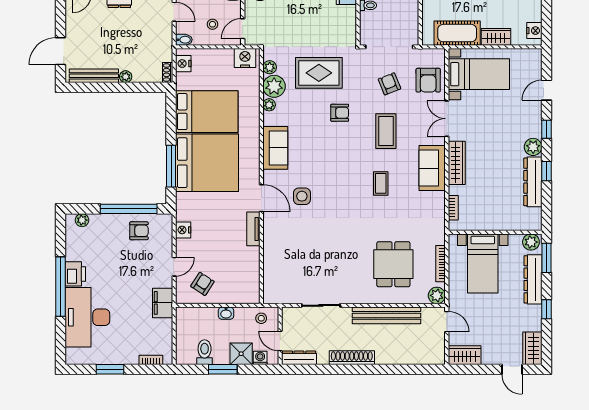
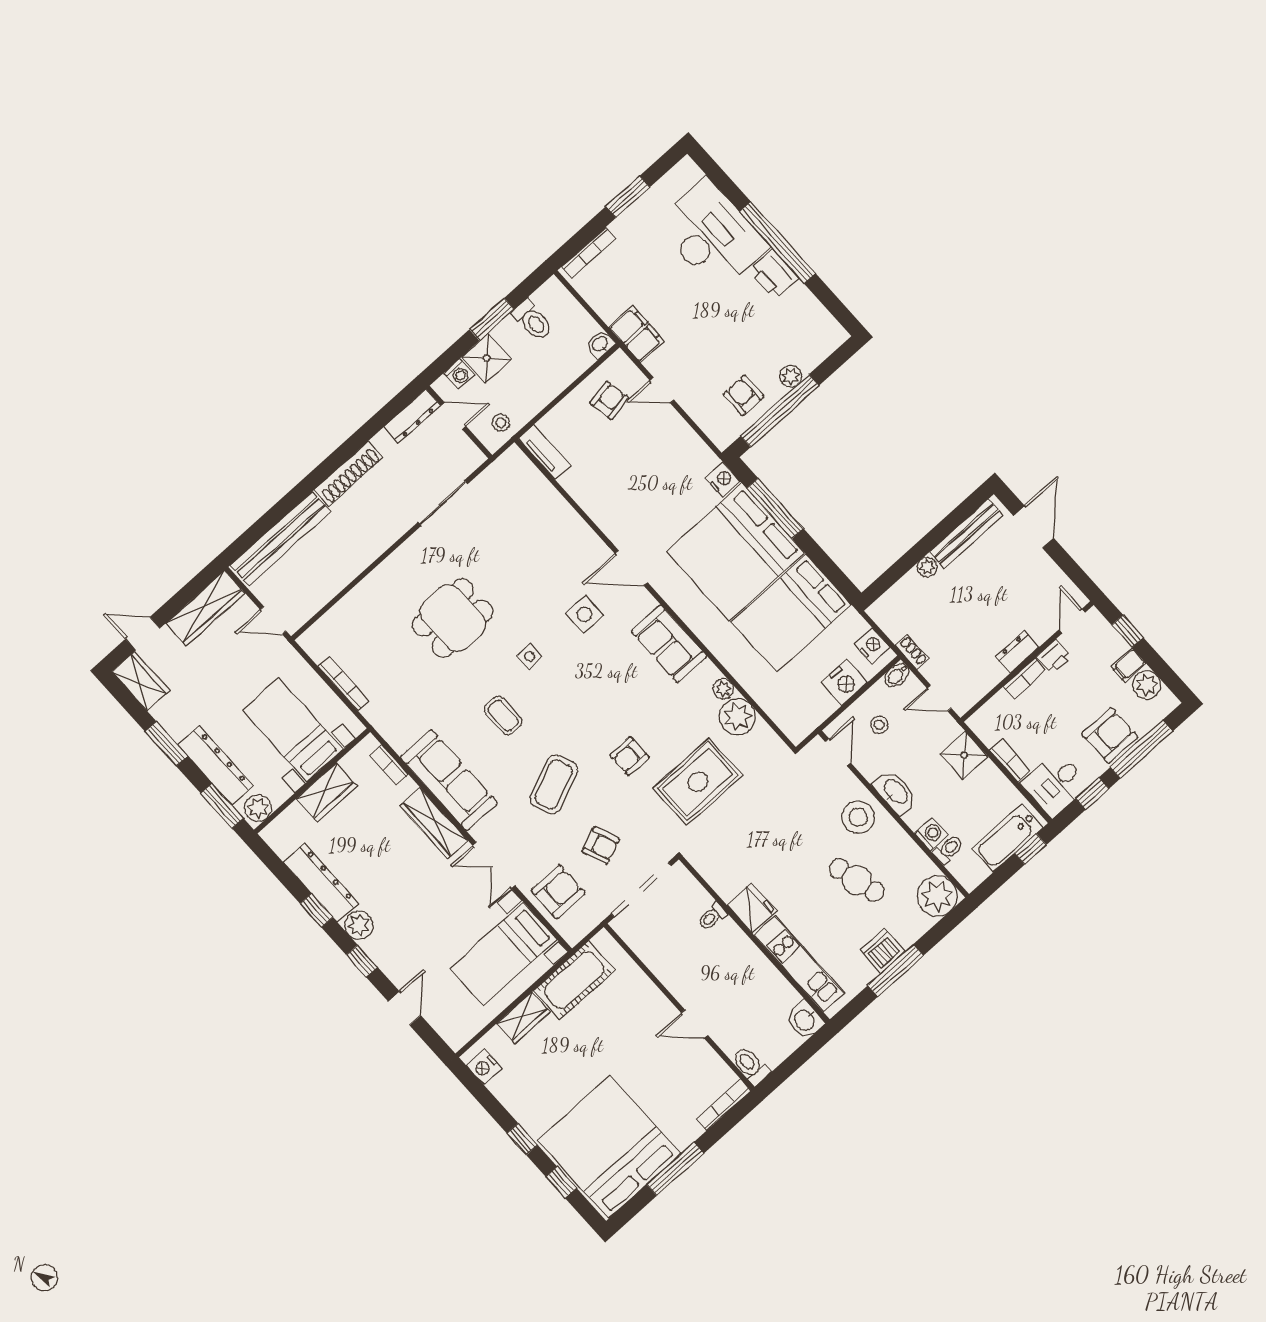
nightstand: (245, 58) -> (844, 682), moved
plant: (270, 67) -> (764, 735), removed
shoe rack: (168, 73) -> (912, 652), moved
armchair: (428, 80) -> (558, 892), turned 90
double door: (447, 119) -> (494, 865), swing flipped
coffee table: (386, 131) -> (554, 784), turned 67
sofa: (432, 168) -> (449, 780), width x1.36
side table: (344, 200) -> (530, 656), added
plant: (82, 220) -> (791, 376), moved
wardrobe: (493, 221) -> (327, 792), added
tv unit: (253, 229) -> (544, 452), moved
nightstand: (183, 230) -> (723, 480), moved
armchair: (139, 231) -> (744, 395), turned 90
dining table: (393, 264) -> (453, 618), moved, turned 90
door: (174, 267) -> (662, 390), hinge flipped
armchair: (202, 284) -> (609, 400), turned -133
plant: (437, 295) -> (314, 641), removed
window: (546, 309) -> (166, 744), width x1.50
washbasin: (226, 313) -> (600, 344), moved
bench: (387, 315) -> (281, 538), moved
wardrobe: (465, 355) -> (205, 608), width x1.50
bookcase: (151, 360) -> (589, 252), width x1.56

